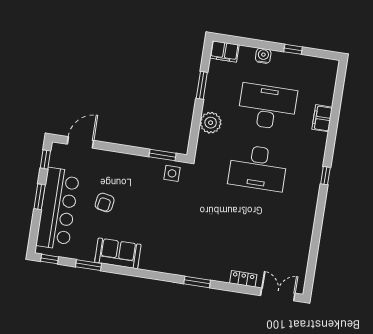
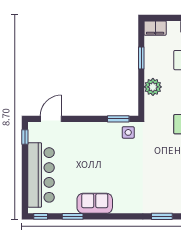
window: (40, 197) -> (25, 168), removed
armchair: (105, 203) -> (78, 164), removed

